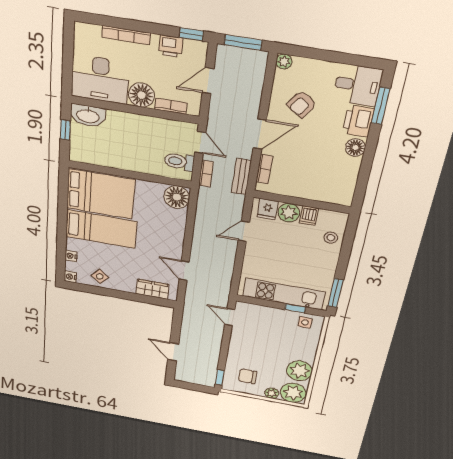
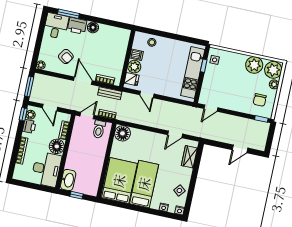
plant: (192, 48) -> (31, 115), added
window: (336, 293) -> (192, 40), removed

